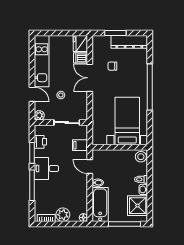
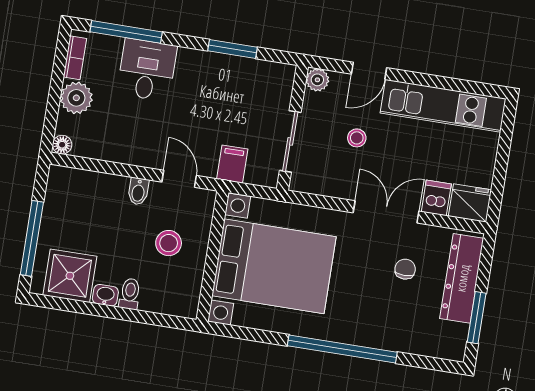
window: (115, 33) -> (477, 318), moved
dresser: (129, 42) -> (462, 278), moved
bed with nightstands: (127, 121) -> (274, 266), width x1.36
printer: (40, 142) -> (255, 72), removed
stool: (141, 157) -> (169, 243), moved
door: (90, 166) -> (179, 179), hinge flipped
desk: (46, 168) -> (147, 70), moved
window: (32, 185) -> (126, 32), moved
bathtub: (100, 204) -> (86, 189), removed

